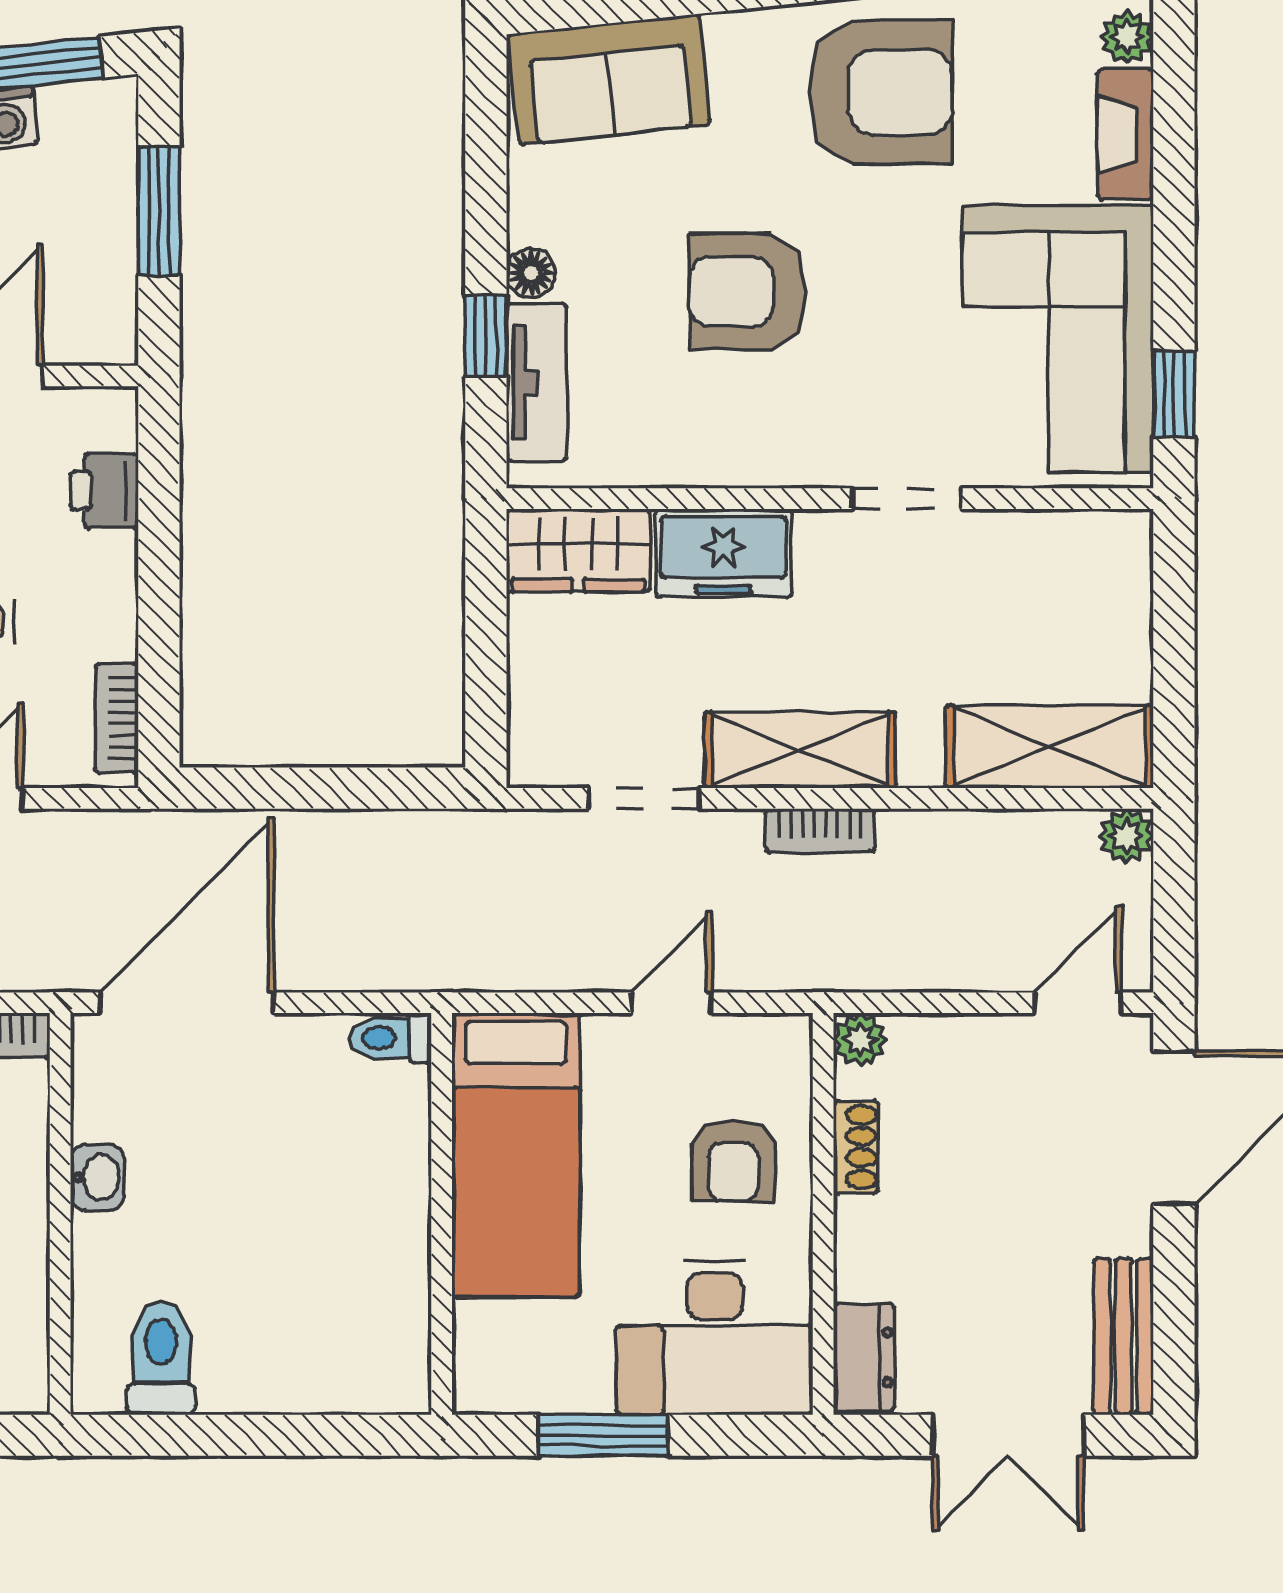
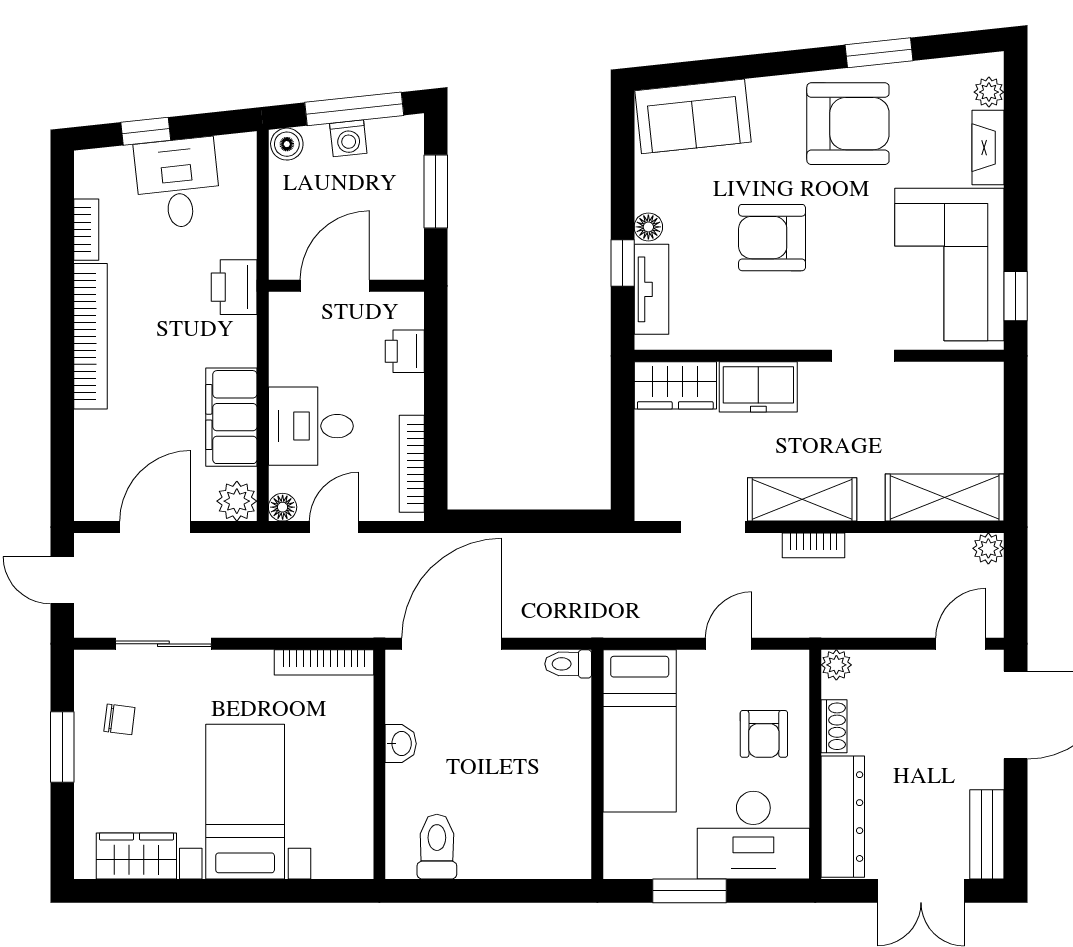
bookcase: (117, 718) -> (412, 464), width x1.56
dresser: (864, 1357) -> (843, 817), width x1.96, depth x1.24

